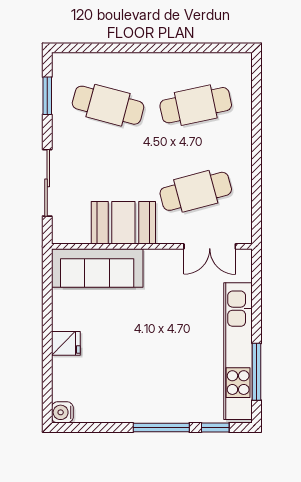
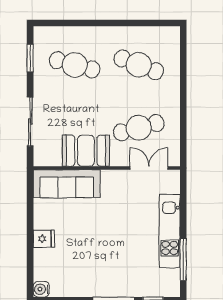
cafe table: (196, 105) -> (139, 65), turned 33
double door: (210, 246) -> (149, 168), swing flipped
kitchen unit: (238, 351) -> (170, 231), width x0.73

